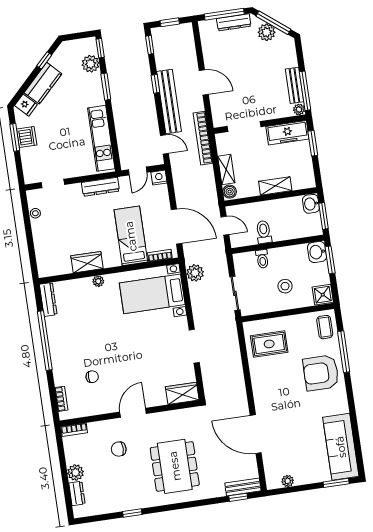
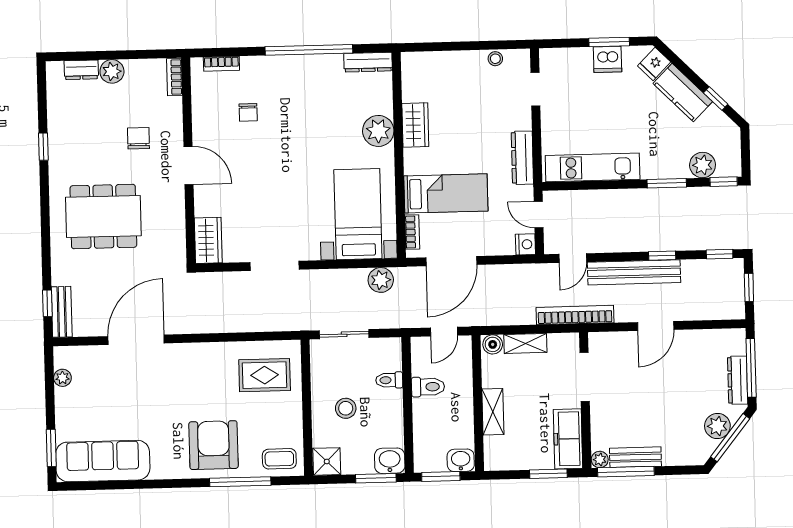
plant: (98, 281) -> (378, 131), width x1.88, depth x1.88
rug: (269, 344) -> (265, 375), turned 90

